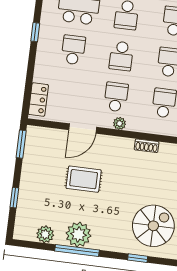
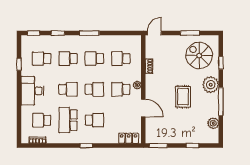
school desk: (73, 50) -> (94, 120), turned 180
rug: (84, 179) -> (183, 97), moved
plant: (78, 234) -> (211, 85), moved

